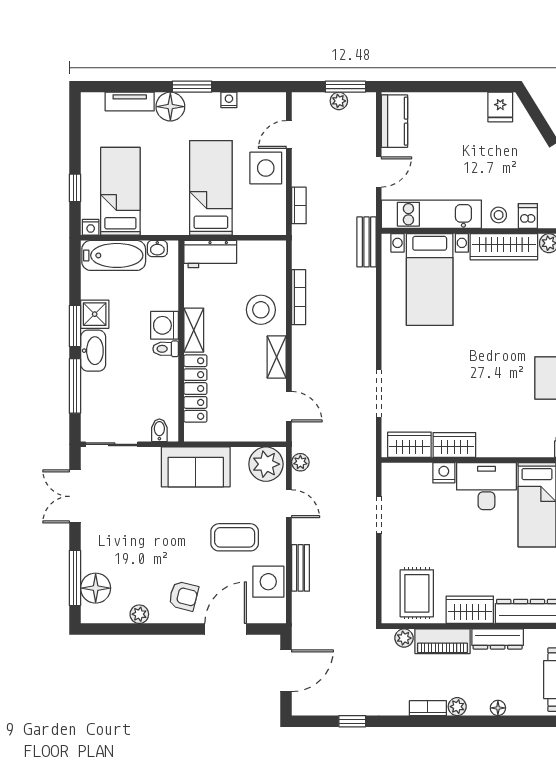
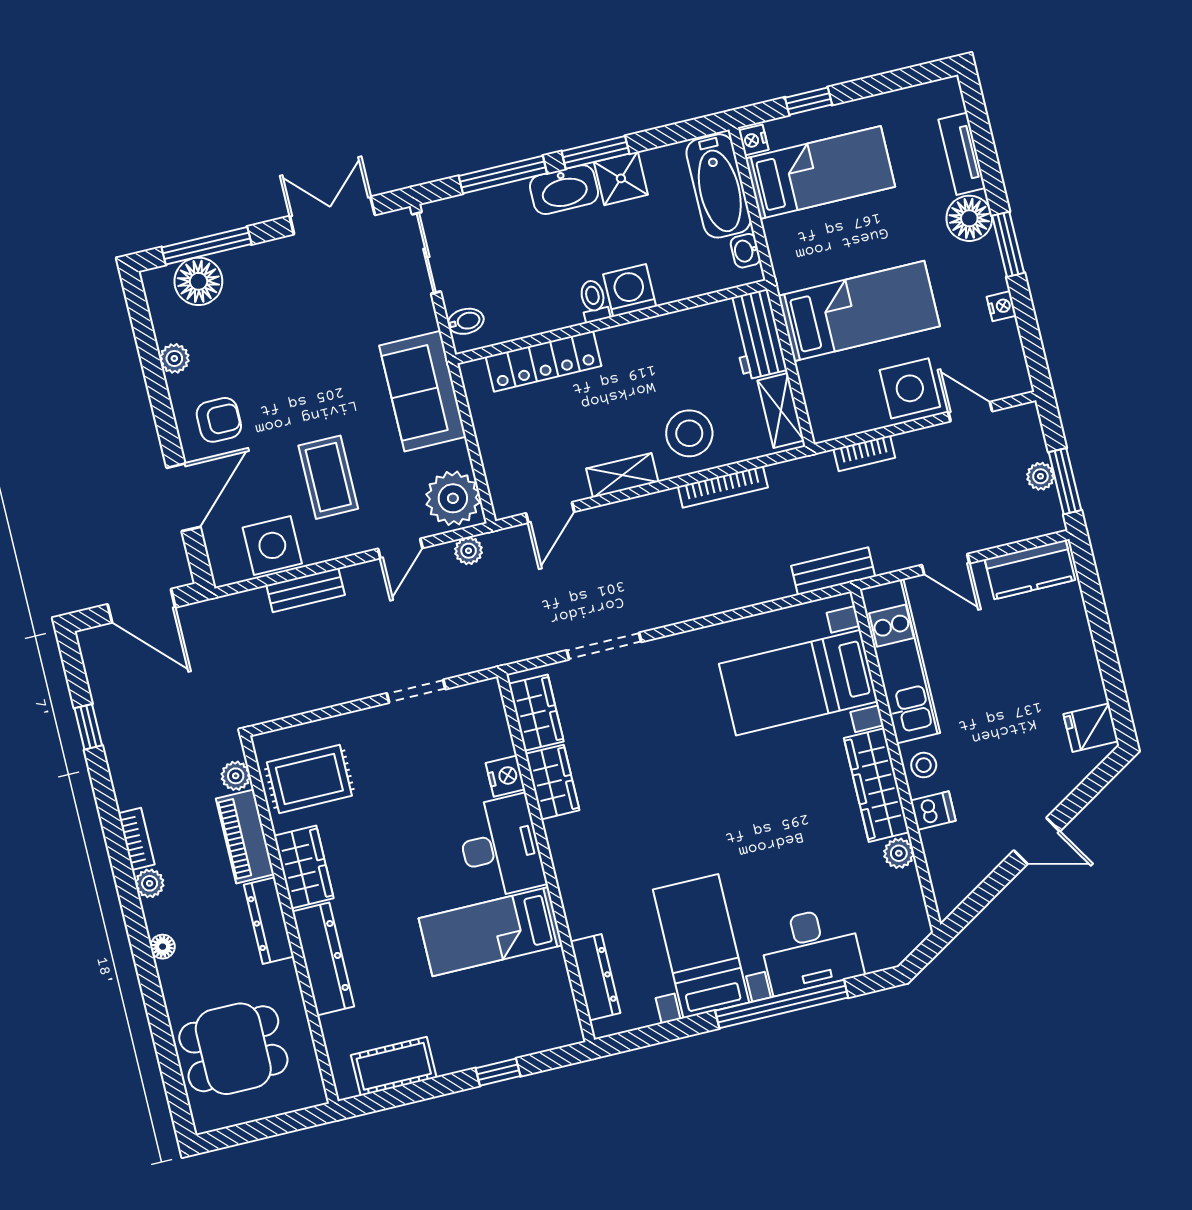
shelving: (194, 330) -> (781, 411), moved, turned 90
armchair: (184, 596) -> (219, 420), turned -104
door: (226, 629) -> (183, 497), hinge flipped

